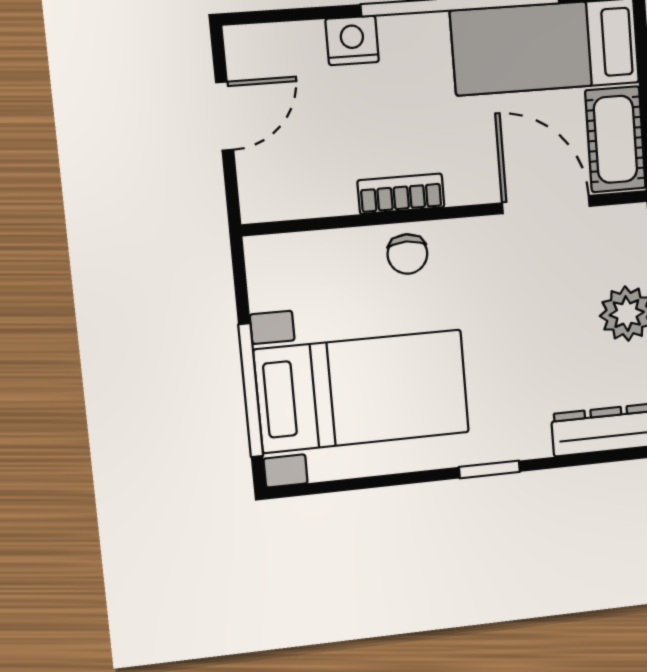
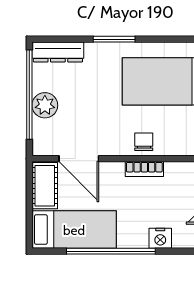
window: (489, 469) -> (114, 39), width x1.50

